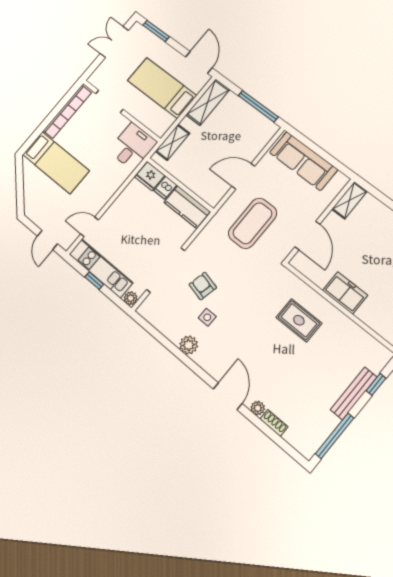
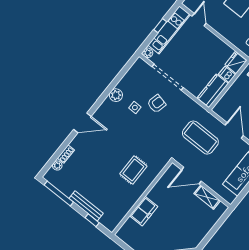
shelving: (349, 200) -> (207, 197), moved
freezer: (345, 293) -> (144, 211), moved
plant: (258, 408) -> (57, 166), moved

